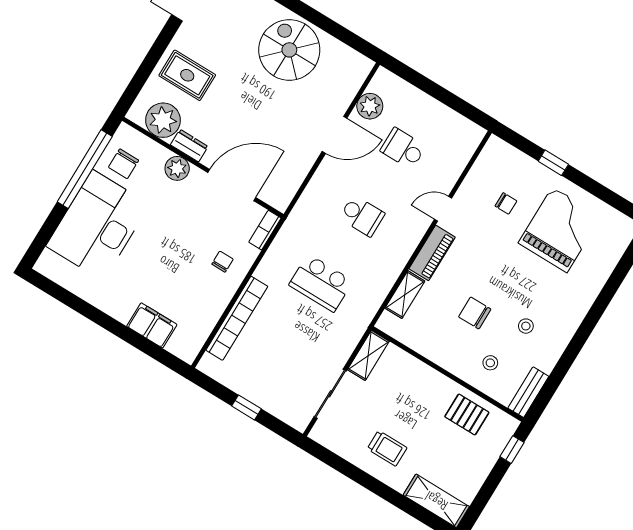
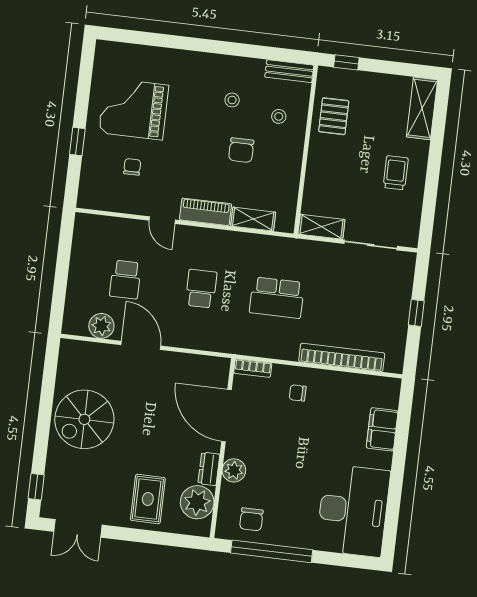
chair: (124, 164) -> (251, 519), turned 90
desk: (98, 225) -> (353, 510), moved, turned -90
school desk: (321, 283) -> (277, 298), turned 90

